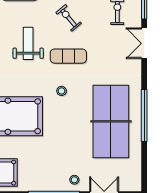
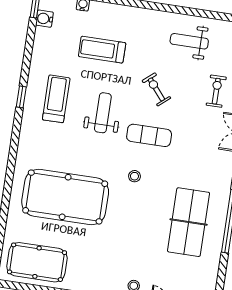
table tennis table: (111, 121) -> (189, 222), width x0.73, depth x0.76

